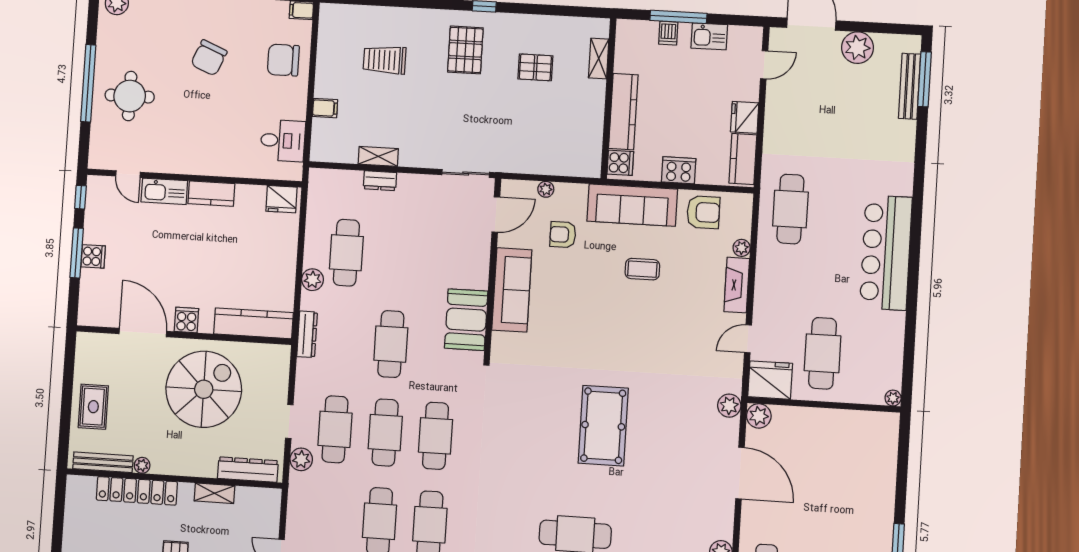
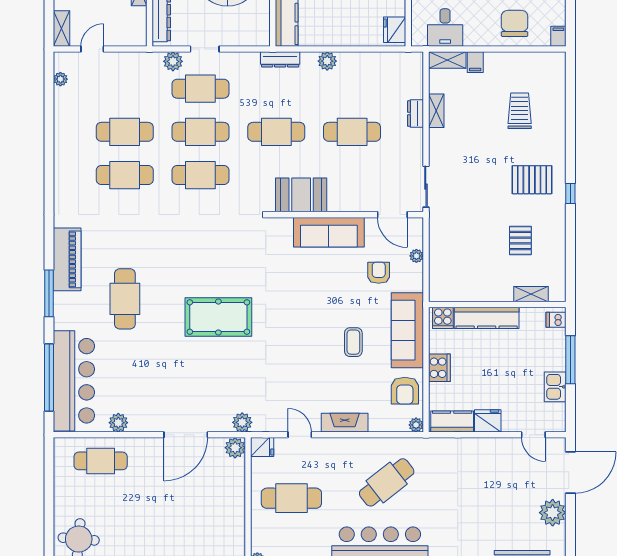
dishwasher: (668, 33) -> (556, 320), moved
shelving: (321, 140) -> (447, 60), added
cafe table: (790, 209) -> (387, 482), moved, turned -38
plant: (742, 248) -> (416, 425), moved
cafe table: (346, 253) -> (352, 132), moved
fridge: (770, 380) -> (262, 447), width x0.53, depth x0.75

